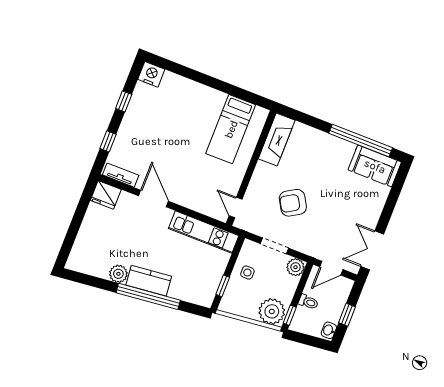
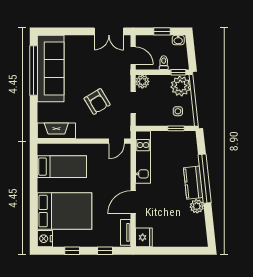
bed: (176, 111) -> (65, 211), added
sofa: (375, 166) -> (51, 69), width x1.85, depth x1.27
side table: (247, 273) -> (178, 111), moved

